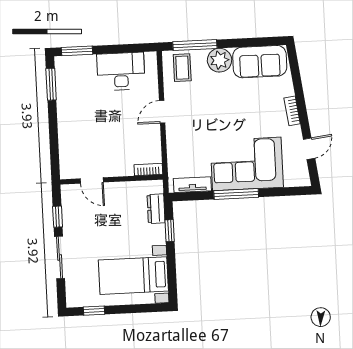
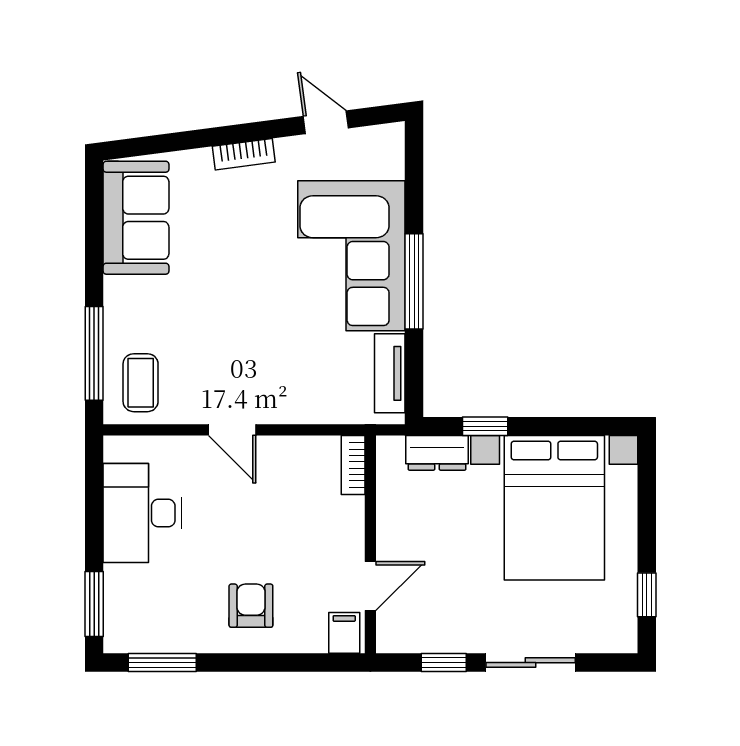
plant: (220, 60) -> (129, 303), removed
coffee table: (182, 68) -> (141, 383), turned 90
armchair: (80, 125) -> (251, 606), added
filing cabinet: (69, 169) -> (344, 633), added
bed with nightstands: (133, 276) -> (554, 508), width x1.36

